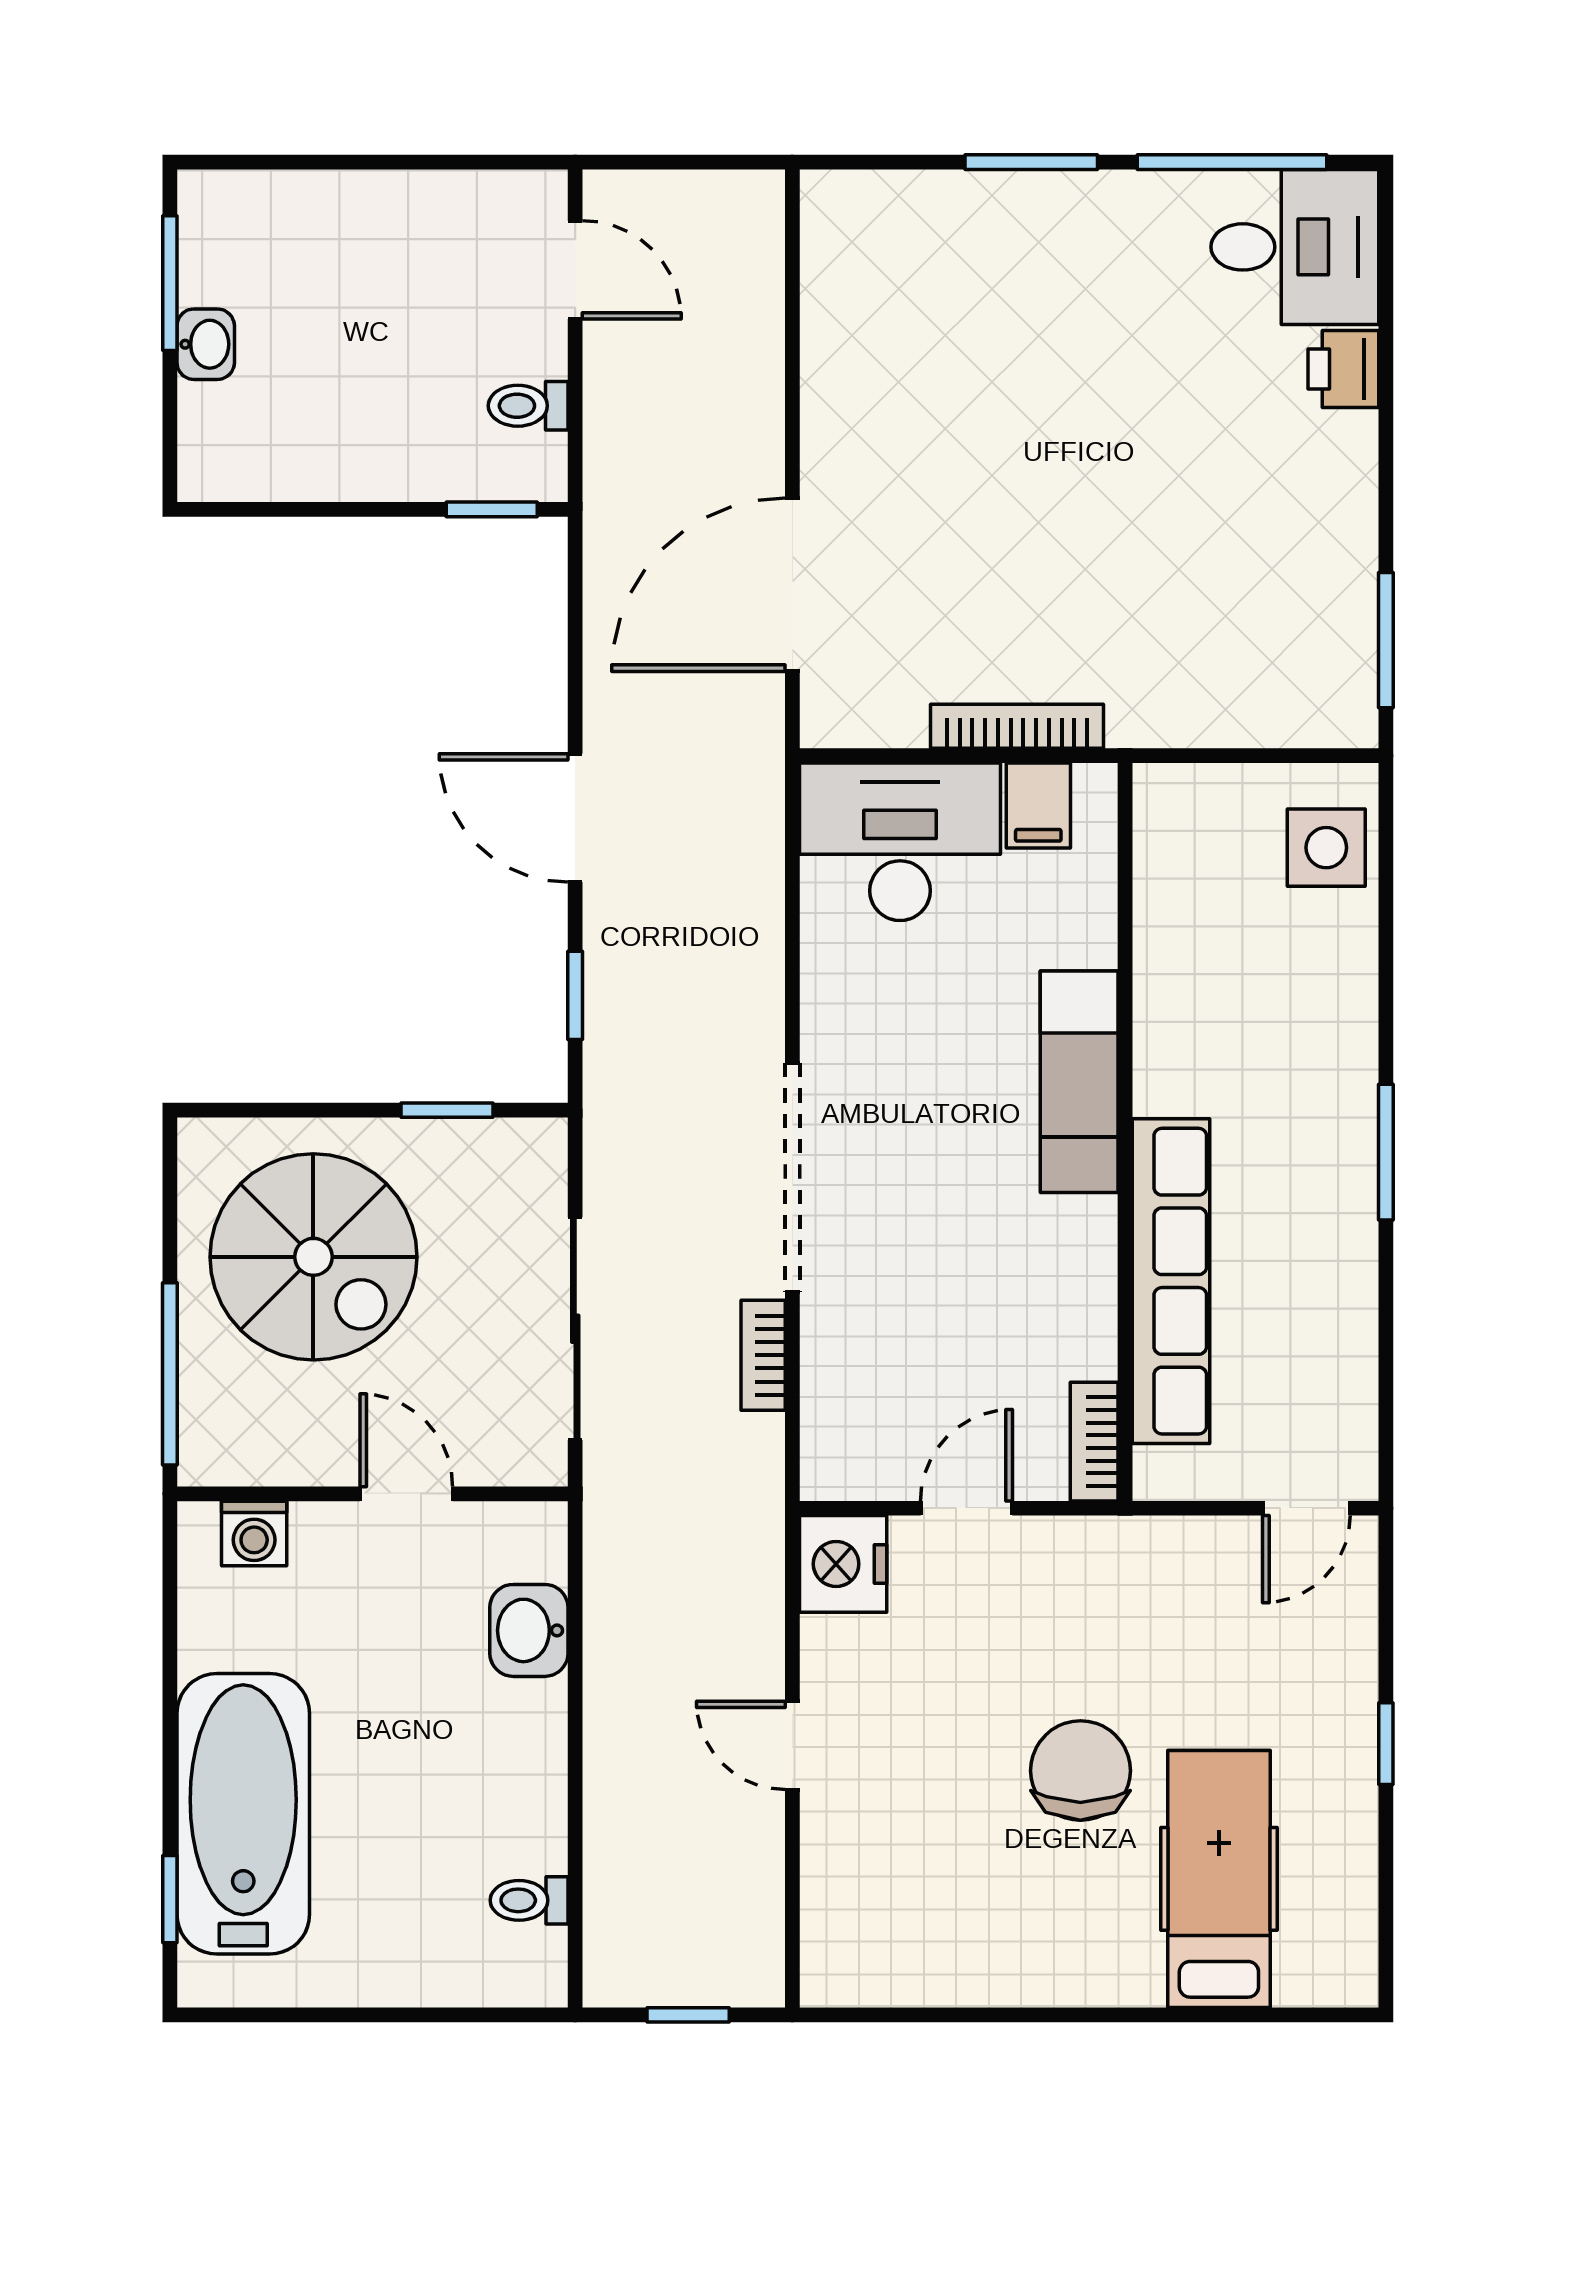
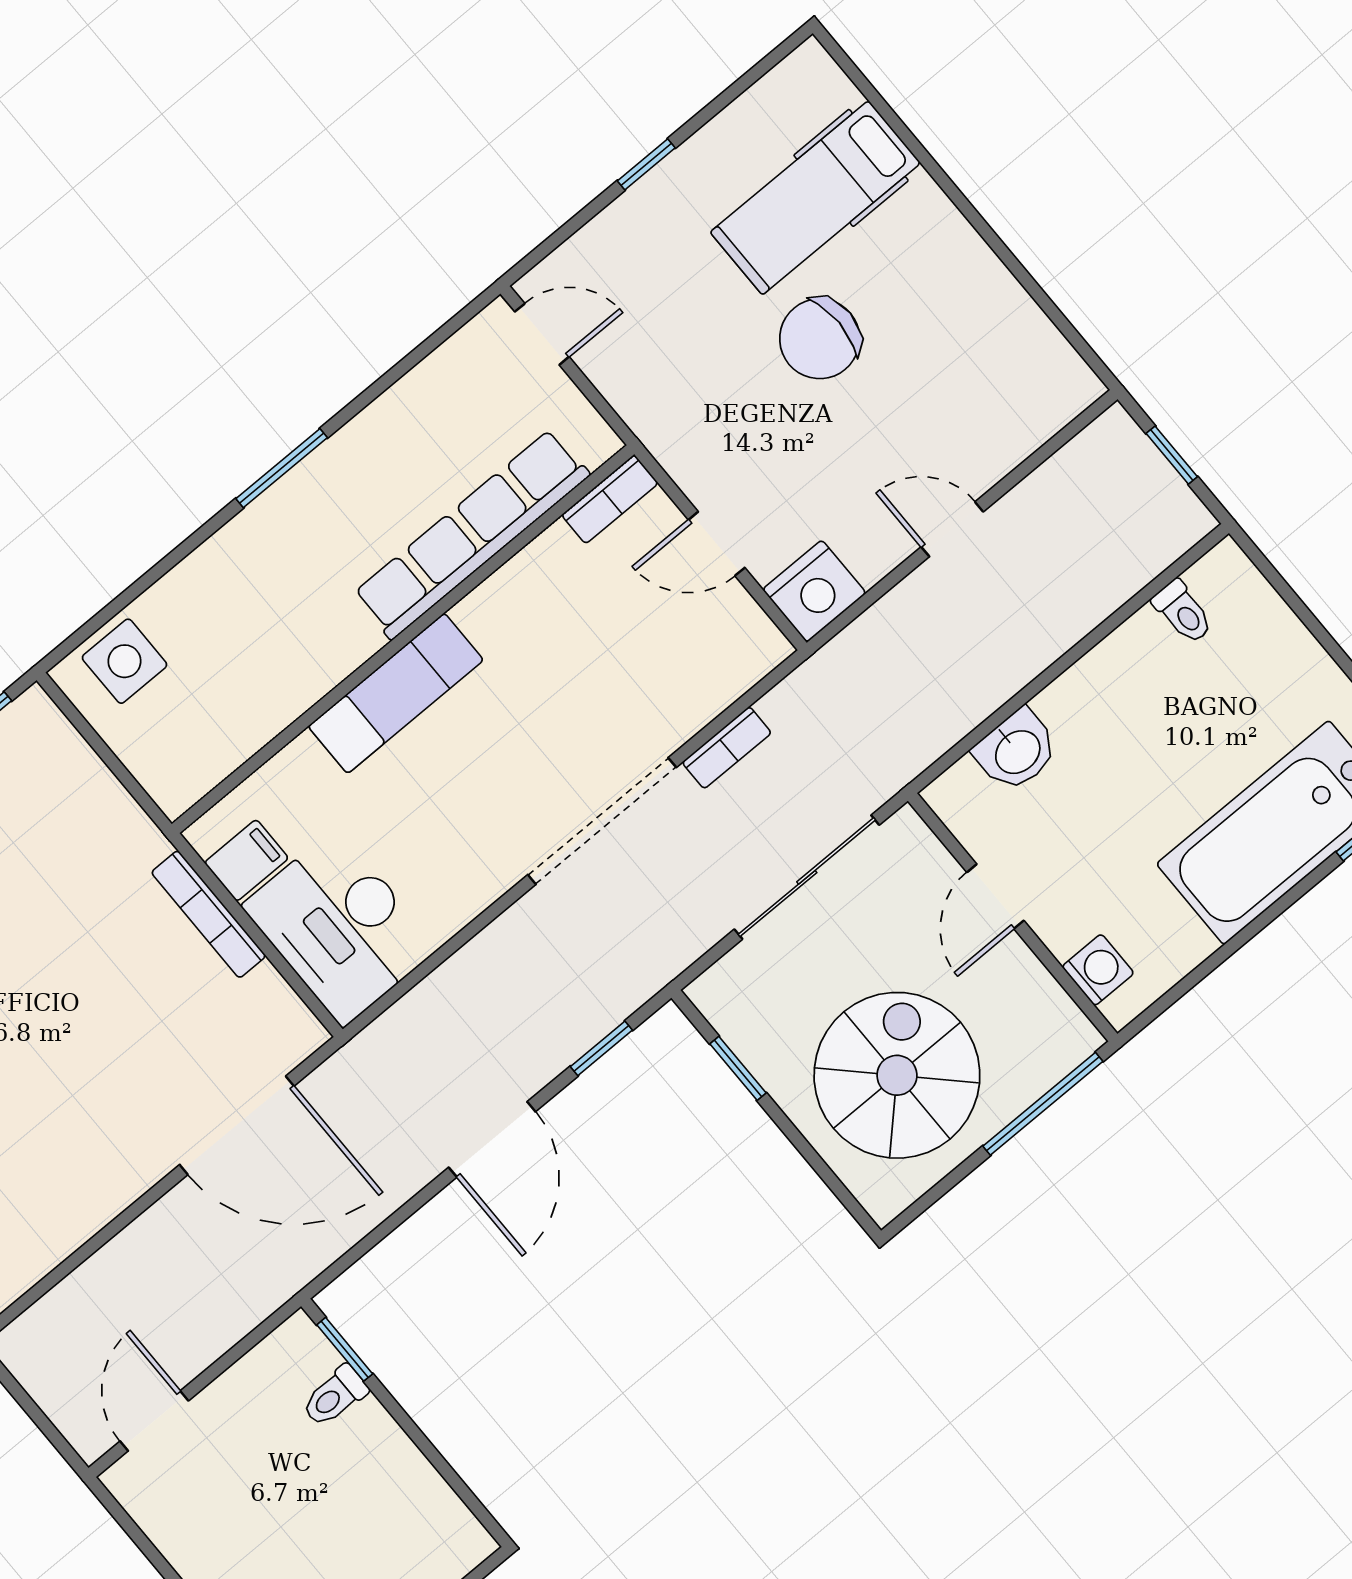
toilet: (528, 406) -> (335, 1396), moved, turned 90
door: (792, 1745) -> (952, 529), swing flipped

